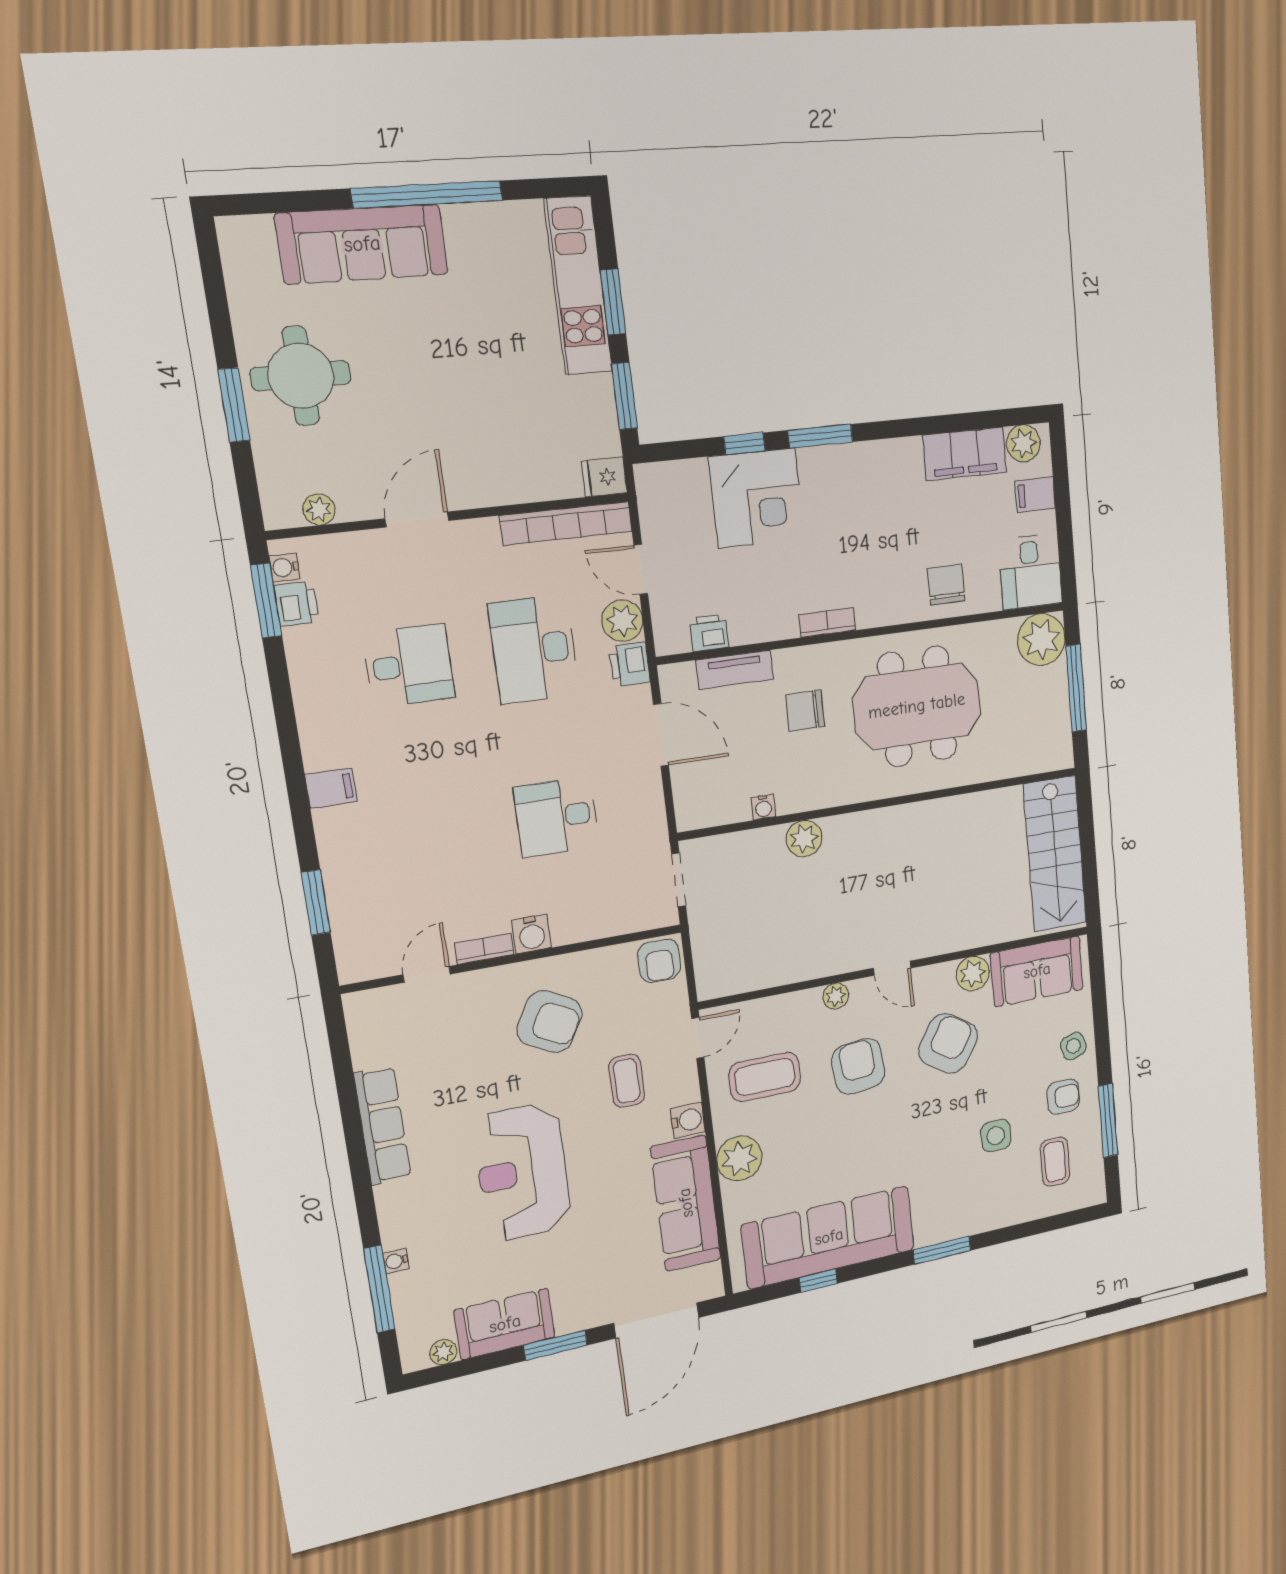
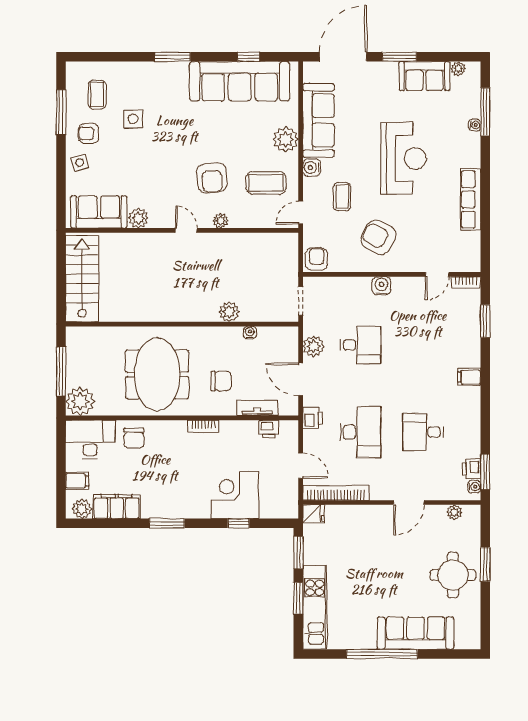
window: (820, 436) -> (167, 523), moved
desk: (1030, 572) -> (90, 439), width x1.37
plant: (622, 621) -> (314, 346), moved
meeting table: (917, 706) -> (157, 374), turned 90
bookcase: (484, 949) -> (466, 282), moved
armchair: (948, 1044) -> (157, 180), removed

